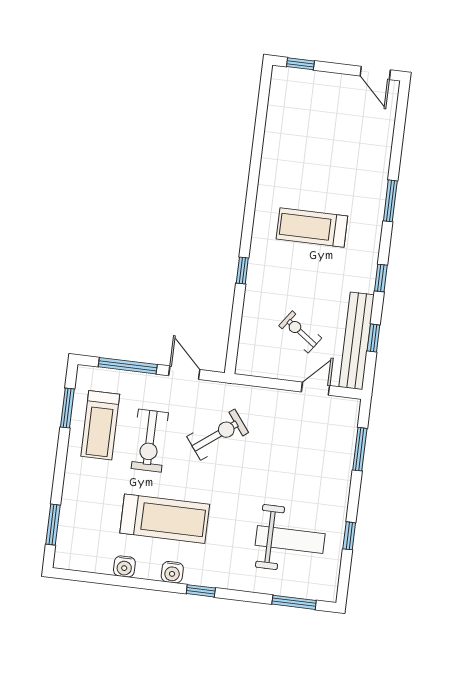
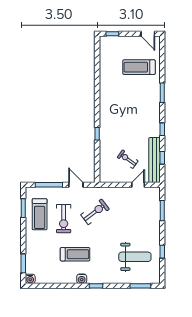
treadmill: (312, 228) -> (139, 67), moved
treadmill: (165, 519) -> (75, 254), width x0.73, depth x0.73
water cooler: (124, 566) -> (30, 279), moved

